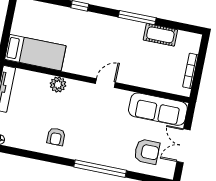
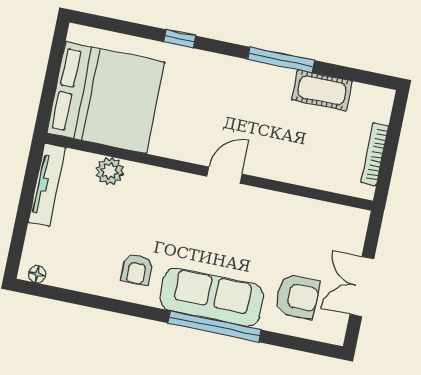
bed: (35, 53) -> (106, 98), width x2.04
plant: (58, 85) -> (110, 171), moved
sofa: (158, 109) -> (212, 297), moved, turned 180

